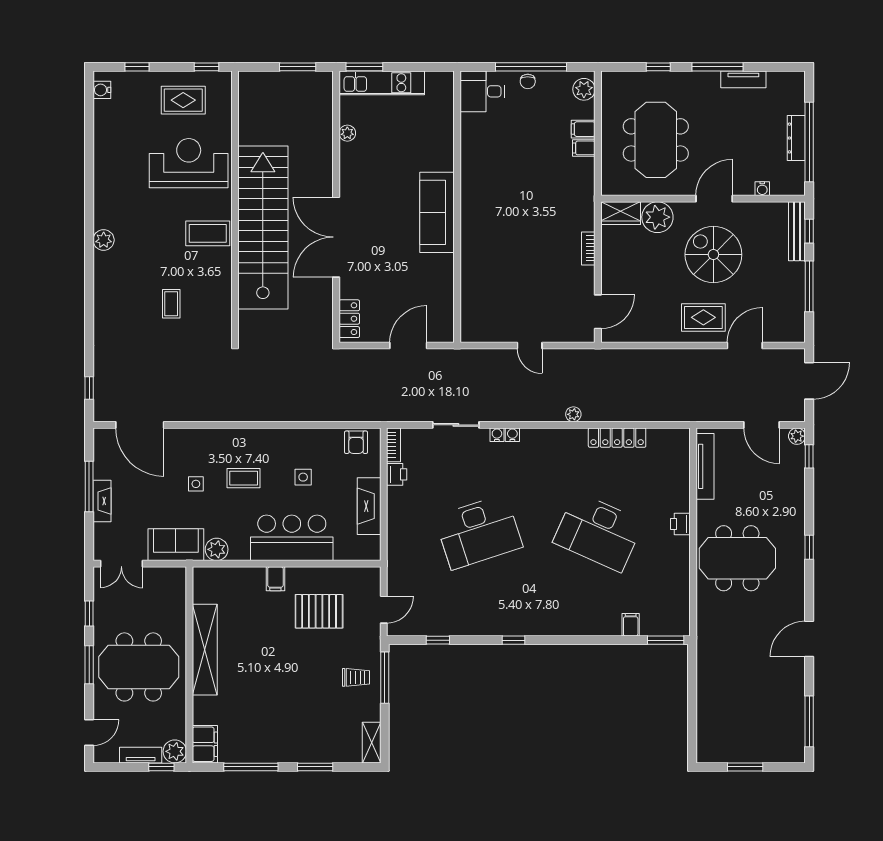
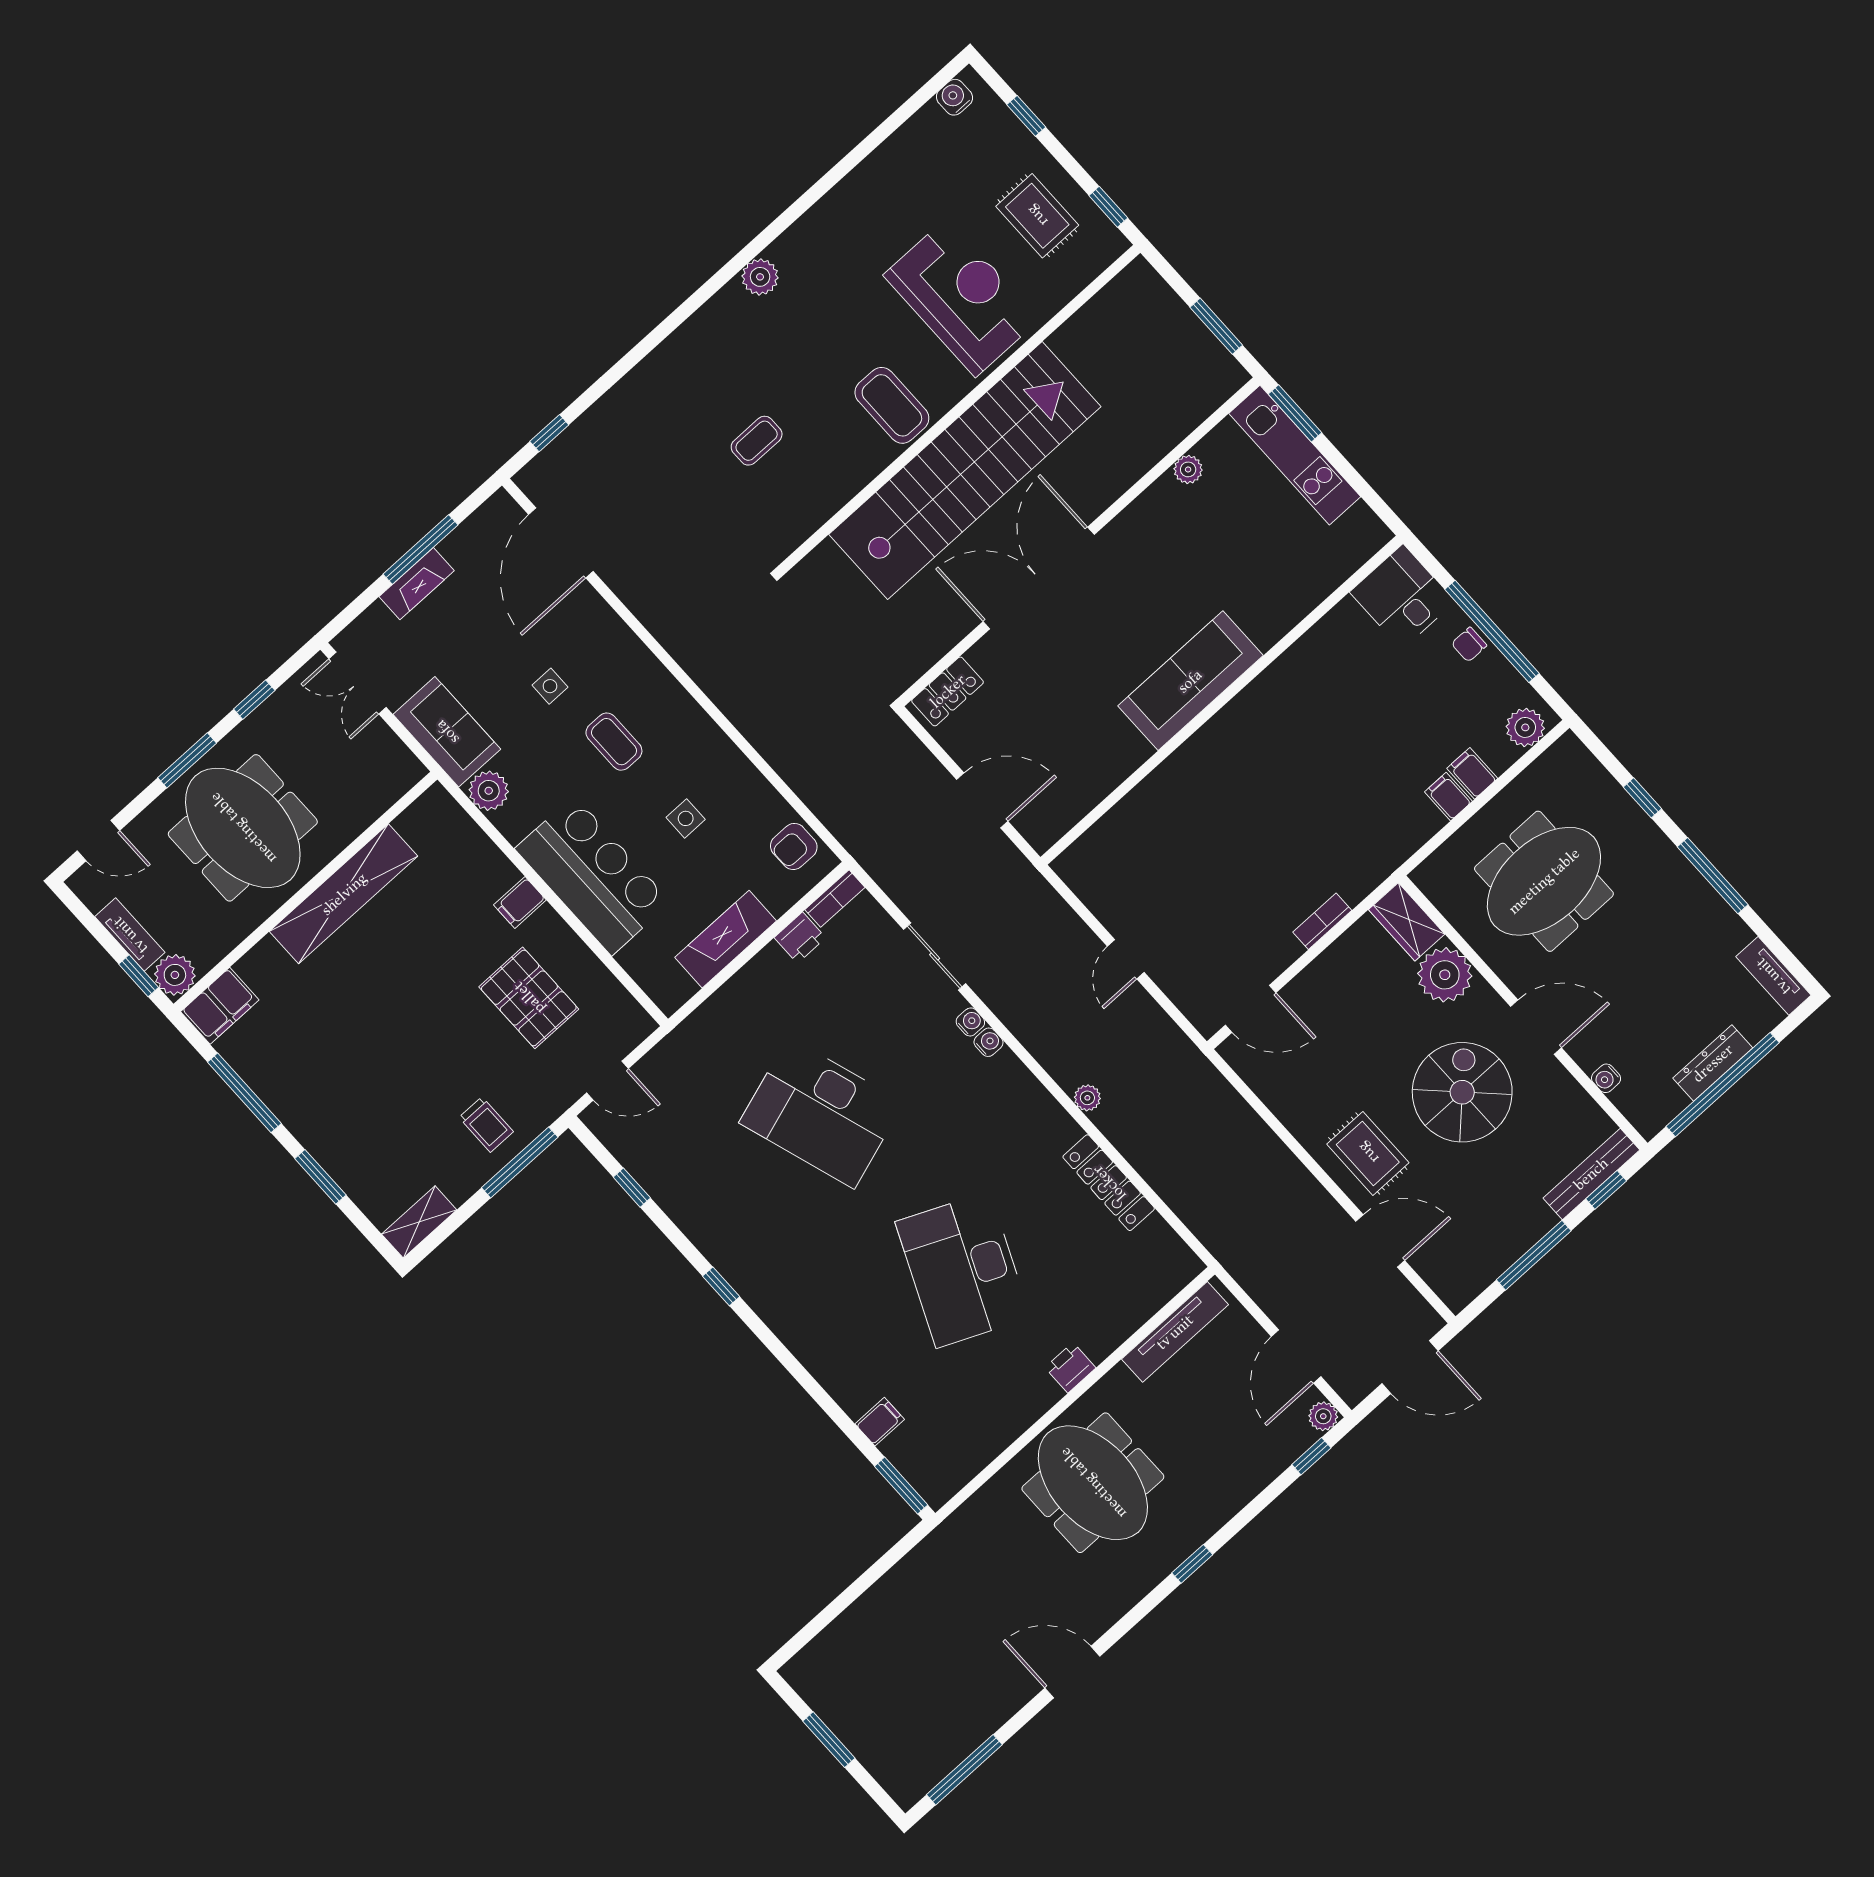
tv unit: (743, 79) -> (1773, 976), moved

